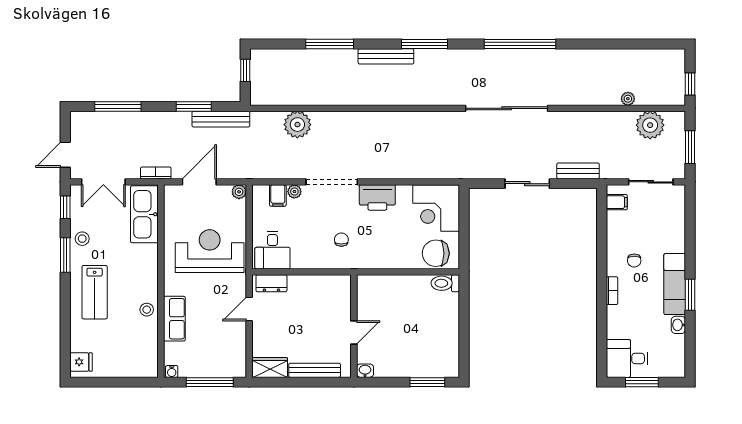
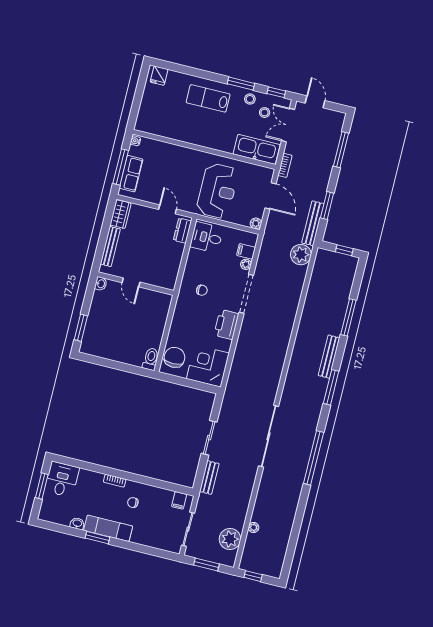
plant: (297, 125) -> (301, 255), moved
stool: (147, 310) -> (265, 113), moved
row of seats: (174, 319) -> (131, 174), moved, turned -90

